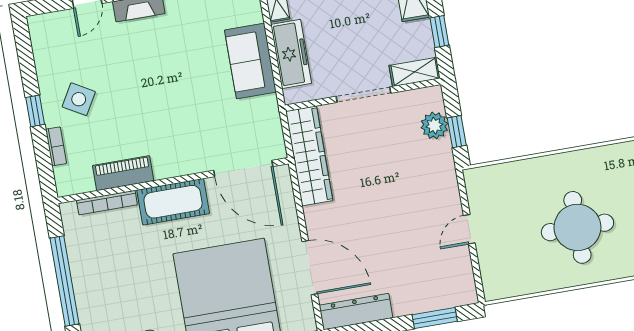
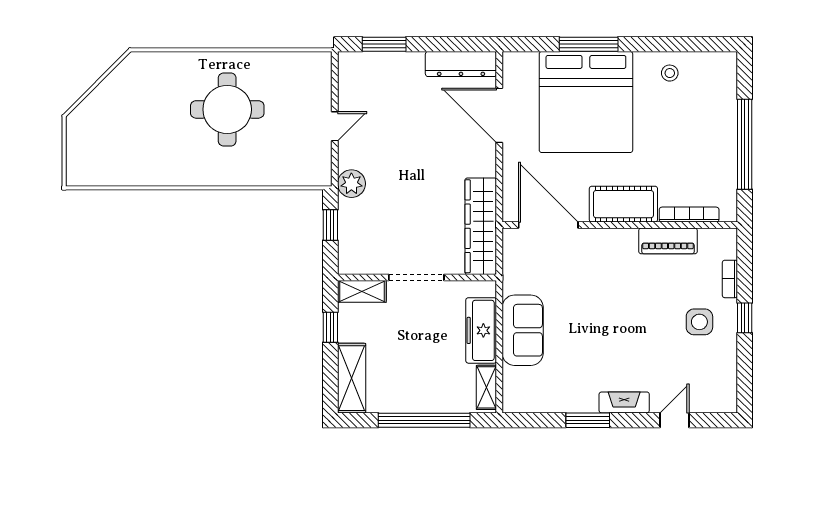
side table: (79, 99) -> (699, 322), turned -30
plant: (434, 126) -> (351, 184), moved

